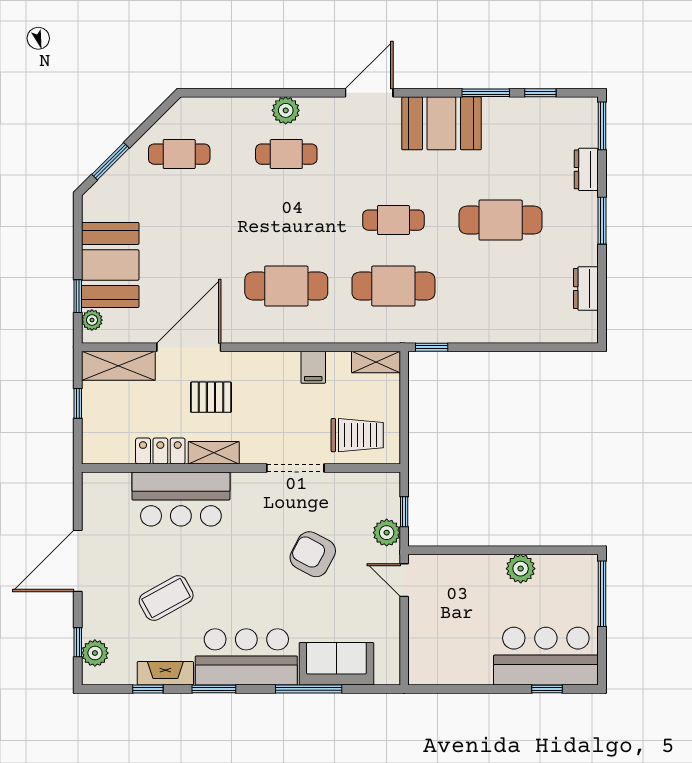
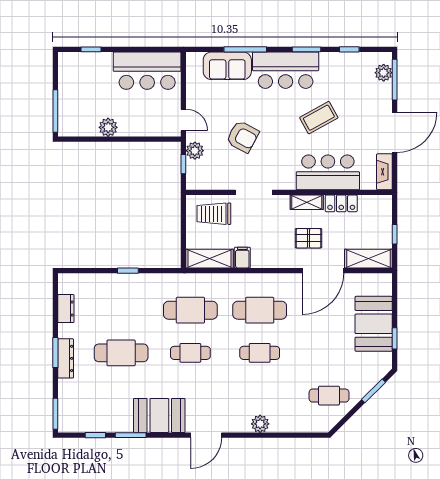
cafe table: (286, 154) -> (260, 353), moved
dresser: (586, 169) -> (66, 358), moved, width x1.44
window: (78, 296) -> (395, 338), moved
plant: (92, 320) -> (385, 288), removed
window: (432, 347) -> (128, 271), moved
shelving: (376, 362) -> (210, 259), width x1.50, depth x1.33
coffee table: (166, 598) -> (319, 118), moved
window: (78, 642) -> (395, 80), width x2.17
bar counter: (546, 656) -> (147, 71), moved
fireplace: (165, 673) -> (384, 172), moved, turned 90

